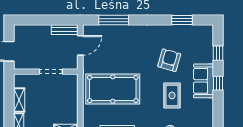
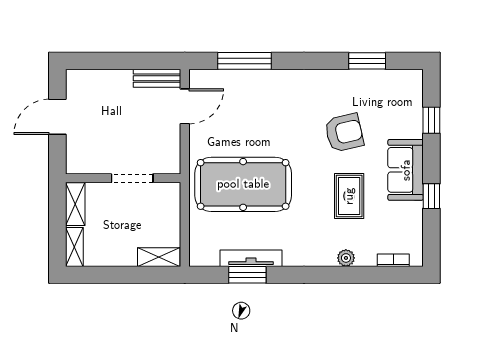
armchair: (169, 60) -> (344, 133), turned 61
wall: (46, 72) -> (123, 178), moved
doorway: (51, 72) -> (132, 178), moved
window: (218, 83) -> (431, 196), moved

